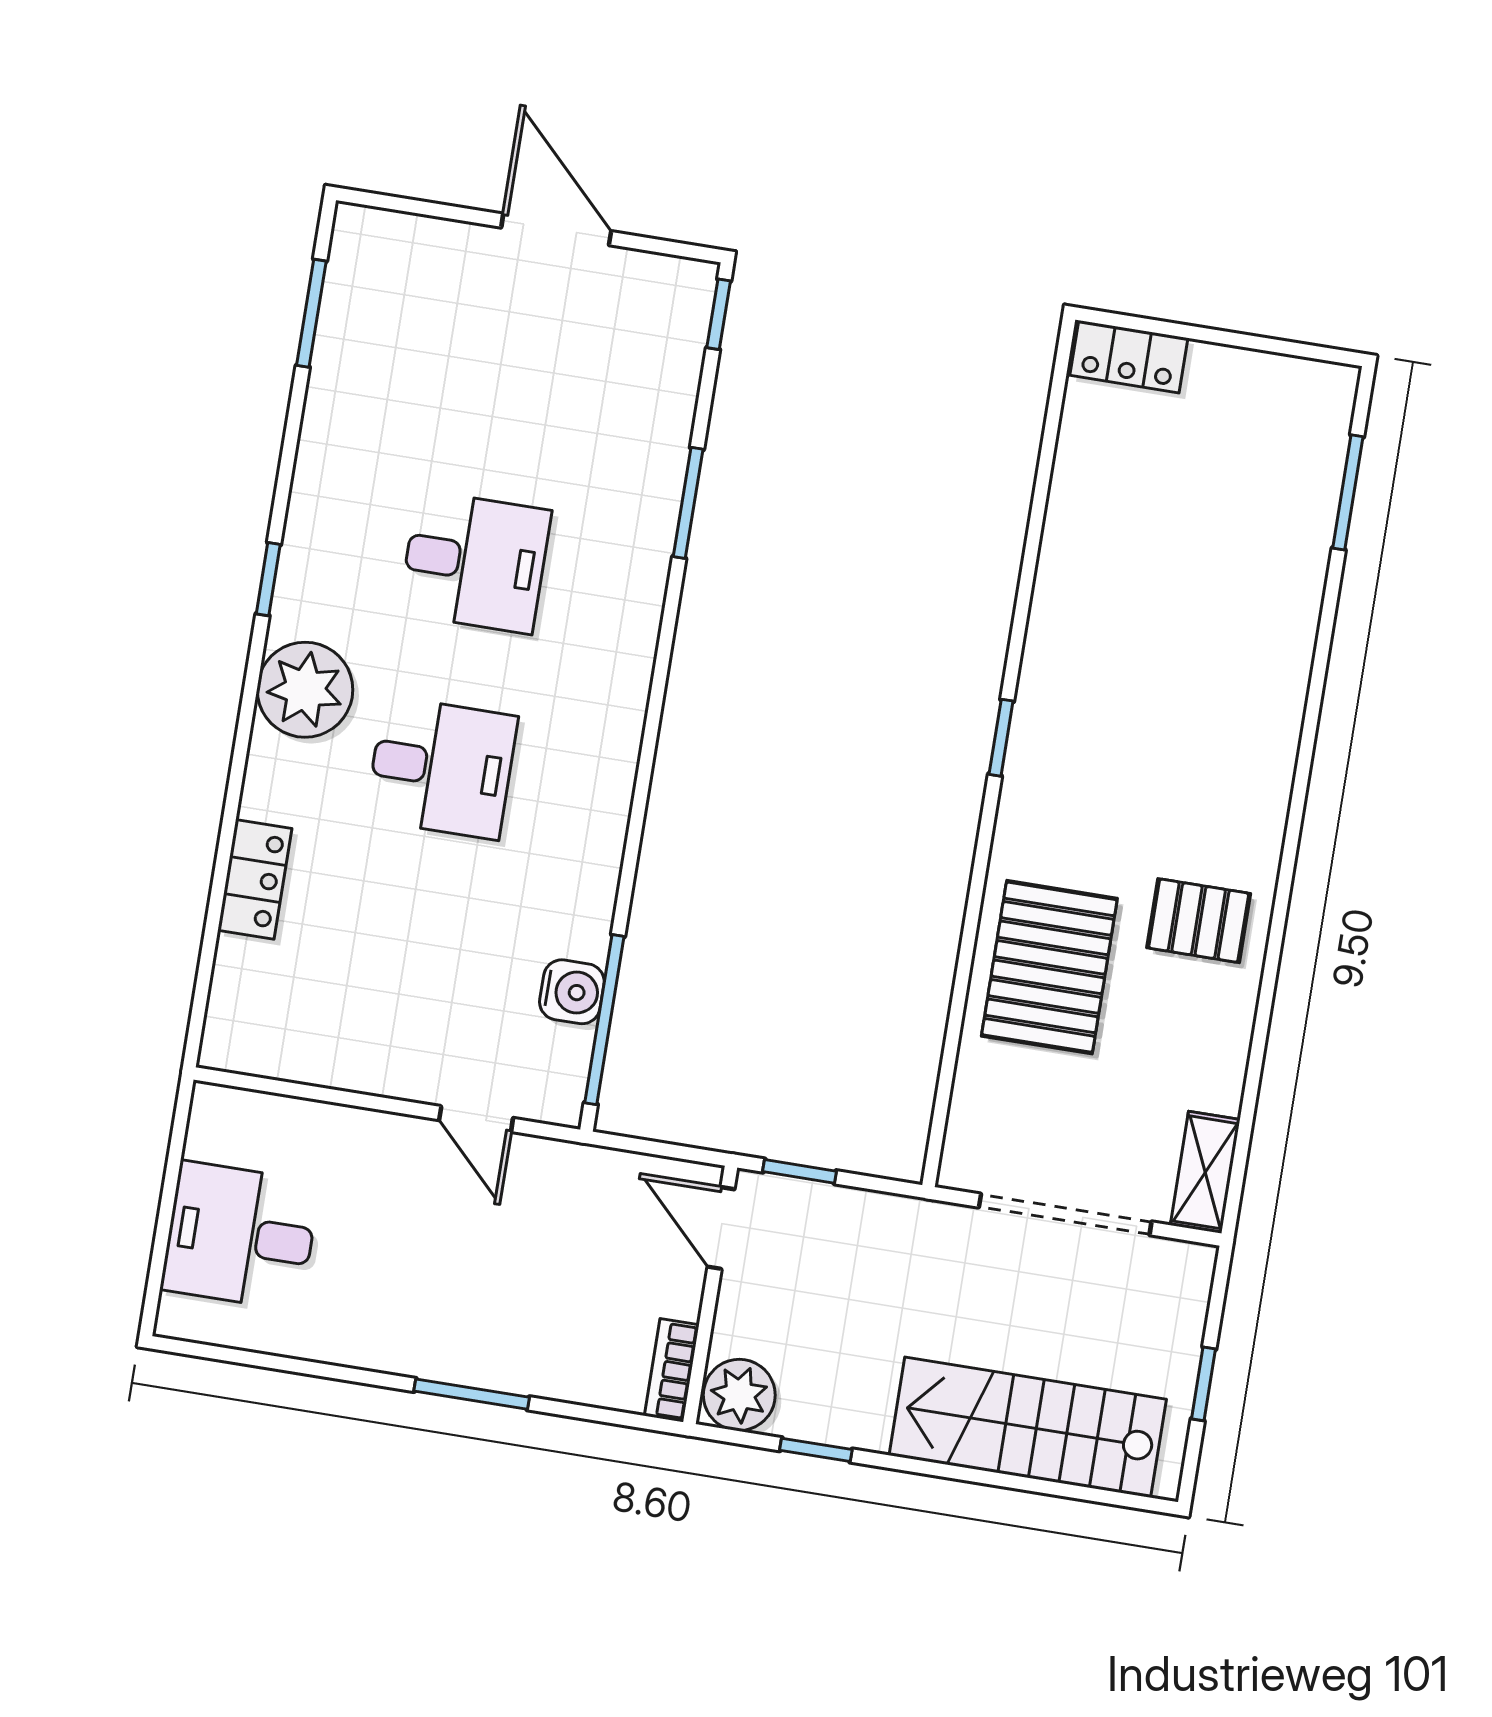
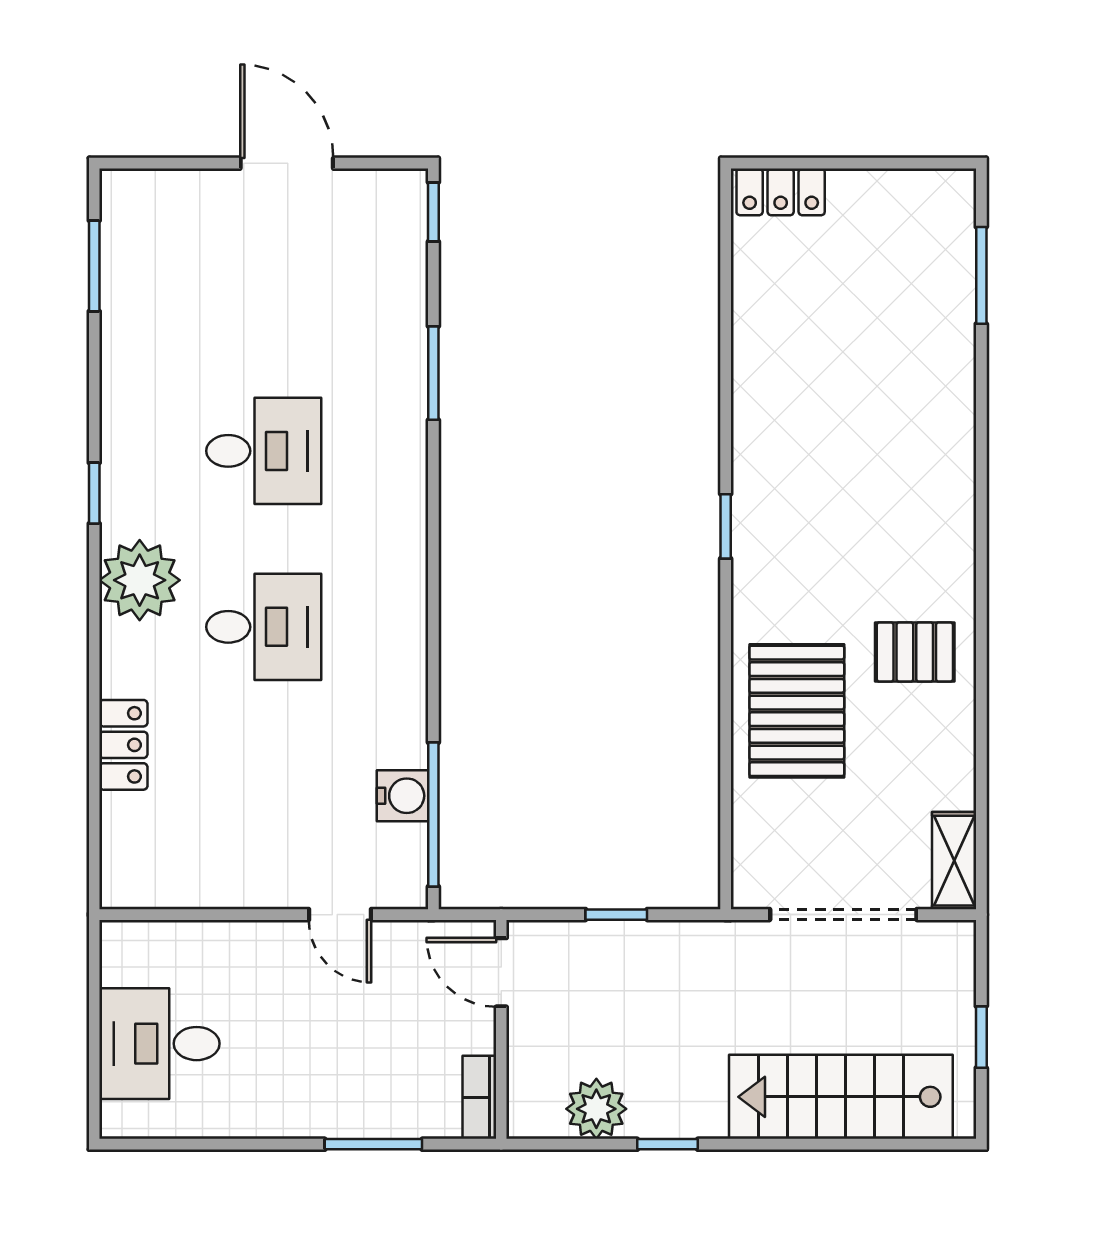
door: (721, 1228) -> (501, 972), moved
wall: (710, 1295) -> (501, 1029), moved
bookcase: (672, 1370) -> (479, 1097), moved

